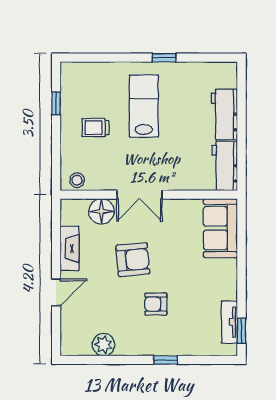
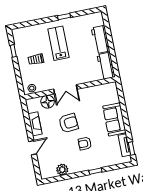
sofa: (220, 228) -> (114, 119), moved

